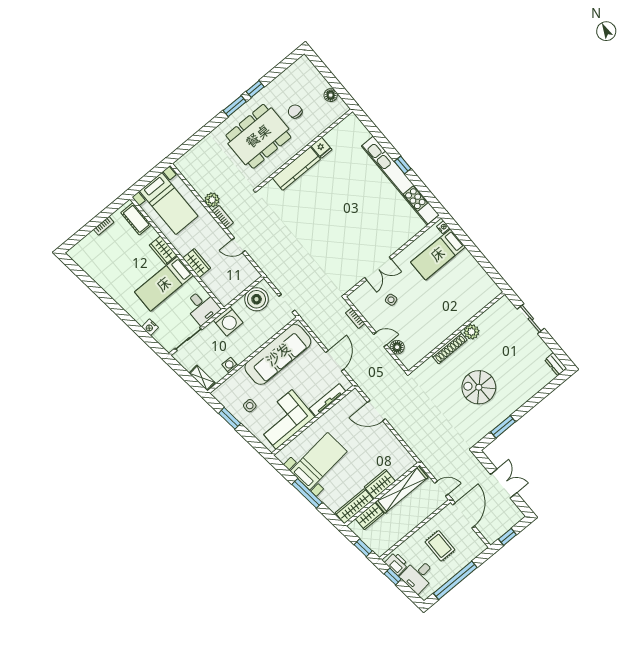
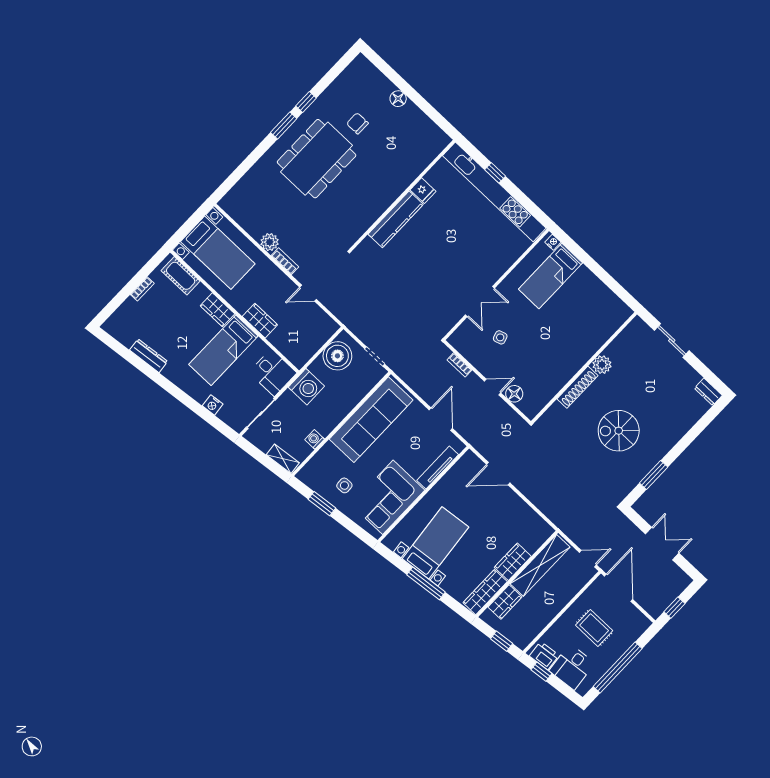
fridge: (322, 148) -> (423, 191), moved
wall: (304, 150) -> (402, 195), moved
kitchen counter: (296, 169) -> (396, 219), moved
dresser: (102, 281) -> (149, 356), added

